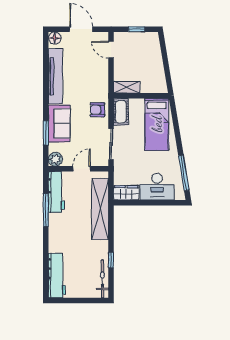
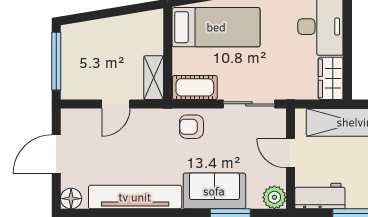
window: (137, 29) -> (56, 61), width x2.17
door: (111, 50) -> (116, 104), moved
armchair: (97, 110) -> (191, 127), turned 90
workbench: (56, 192) -> (320, 196), width x0.73

